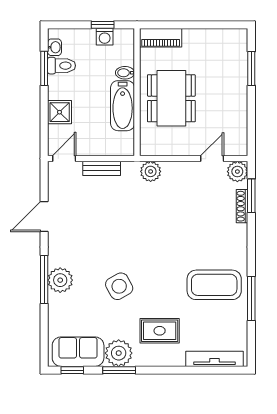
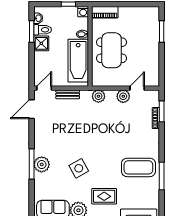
washing machine: (105, 37) -> (83, 12), moved
bathtub: (123, 106) -> (78, 61), width x1.36, depth x1.36
shower: (60, 112) -> (41, 43), moved
plant: (237, 172) -> (123, 96), moved
door: (44, 217) -> (32, 109), moved

